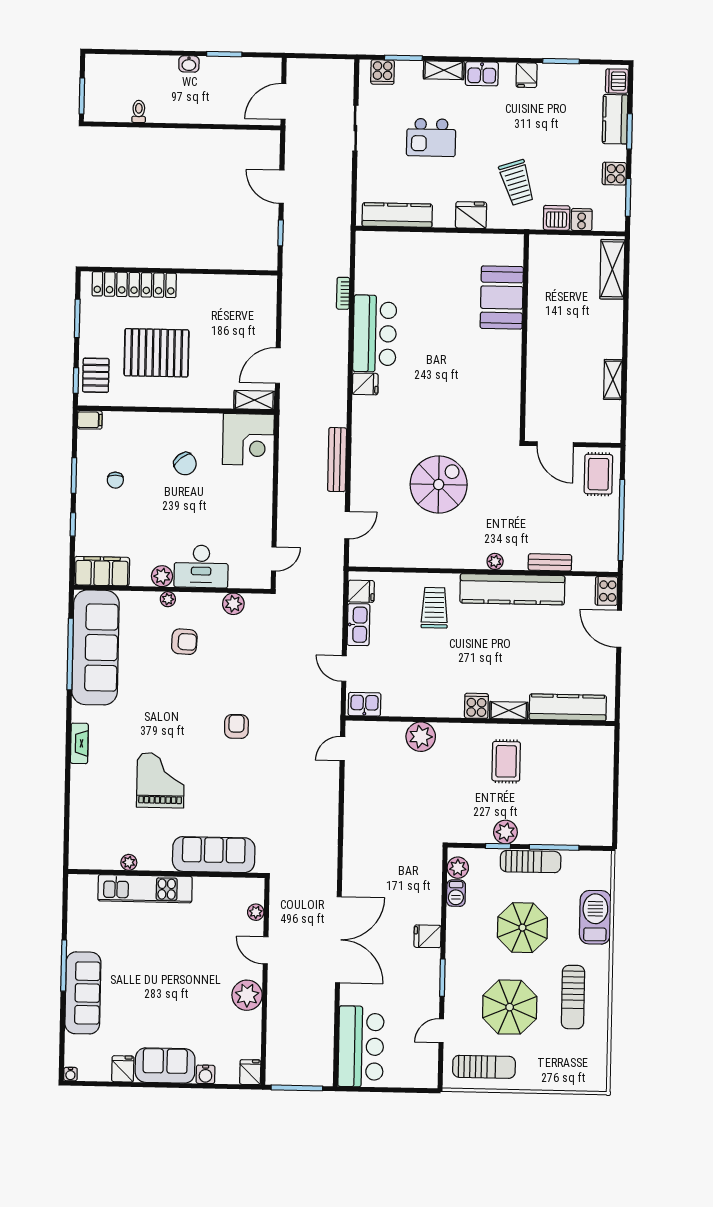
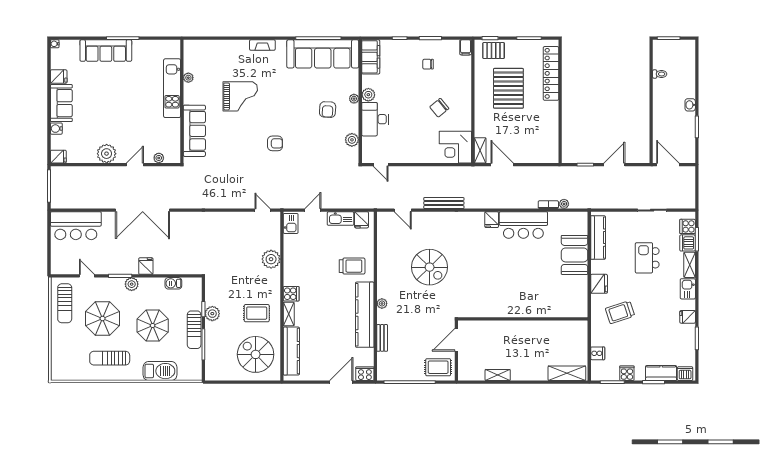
dishwasher: (557, 218) -> (688, 243), moved, turned 180
plant: (342, 268) -> (564, 204), added
booth: (502, 297) -> (575, 255), moved, turned 90
spiral stairs: (572, 764) -> (256, 354), added
plant: (458, 868) -> (132, 284), moved

